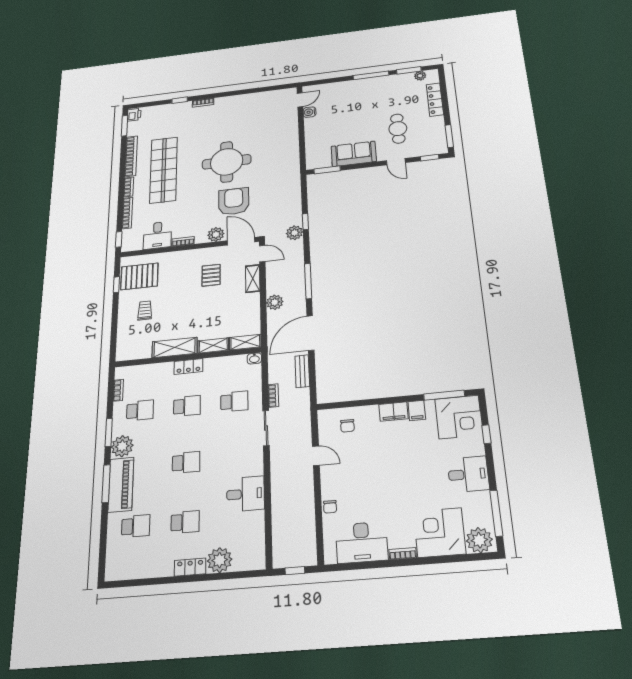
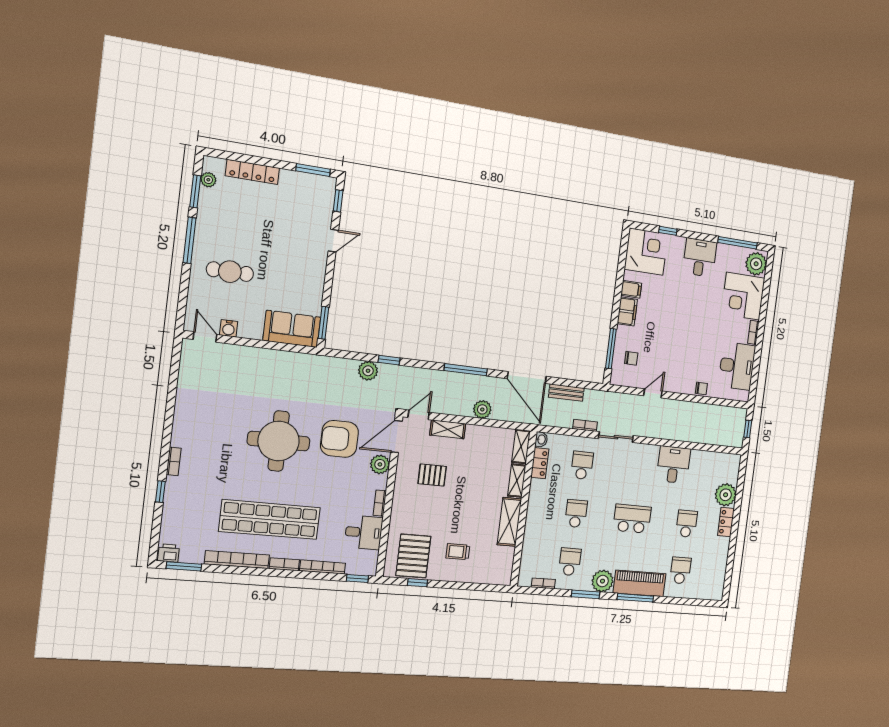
cafe table: (398, 129) -> (230, 272), moved
sofa: (354, 154) -> (292, 329), moved, turned 90
plant: (295, 233) -> (368, 371), moved
locker: (188, 366) -> (540, 463), moved
window: (444, 395) -> (611, 349), moved
school desk: (186, 462) -> (632, 519), width x1.85

